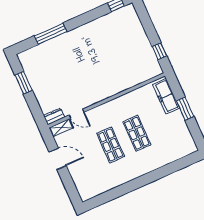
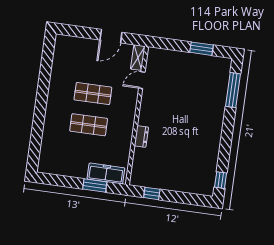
window: (51, 34) -> (233, 90), moved
window: (185, 109) -> (95, 185), moved
dresser: (54, 116) -> (141, 137), moved

